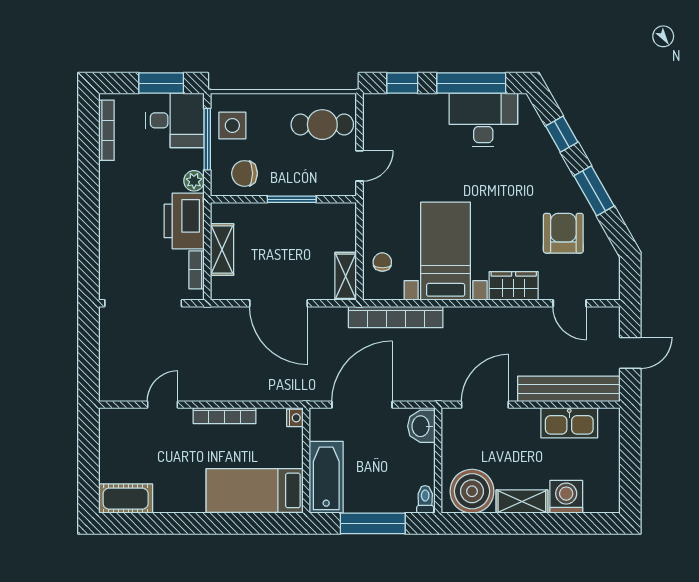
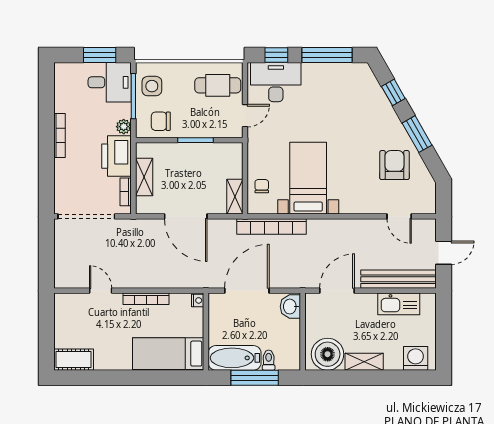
desk: (483, 120) -> (276, 82), moved
bookcase: (106, 130) -> (60, 135), moved
wardrobe: (514, 286) -> (358, 204), removed
door: (162, 405) -> (101, 291), hinge flipped
bathtub: (326, 477) -> (235, 358), moved, turned -90
washing machine: (566, 497) -> (416, 358), moved
toilet: (425, 499) -> (269, 360), moved

